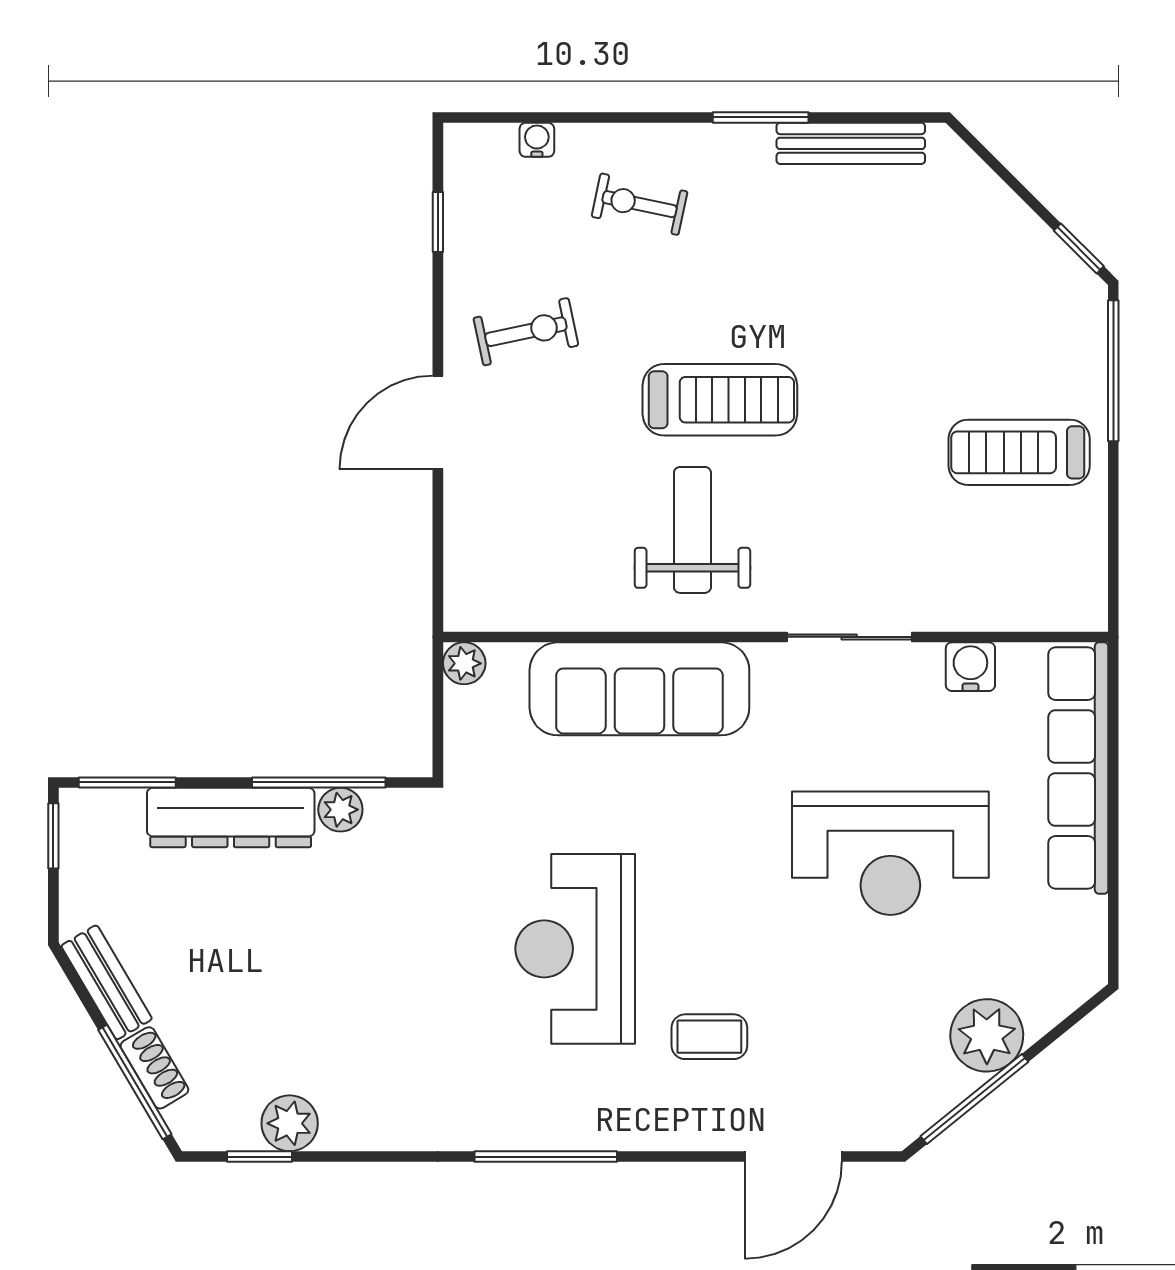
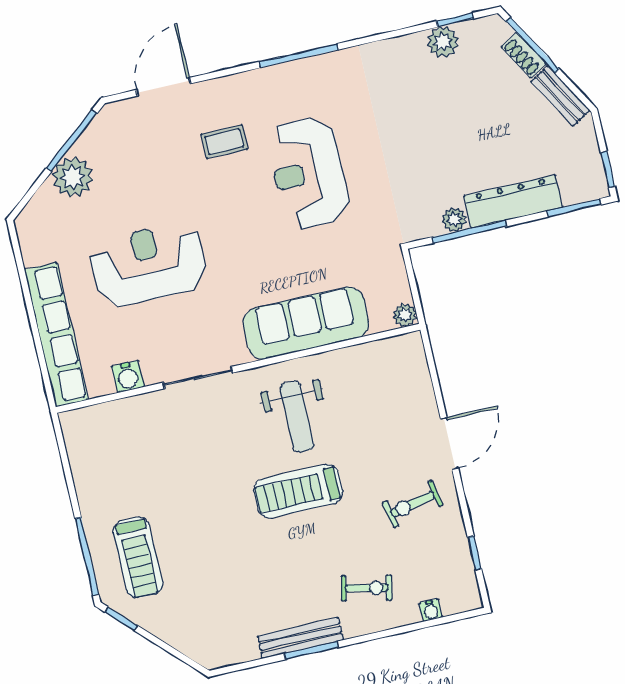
bench: (851, 143) -> (300, 638), moved
treadmill: (1019, 452) -> (138, 558), moved, turned 90
reception desk: (575, 949) -> (309, 173), turned 180

